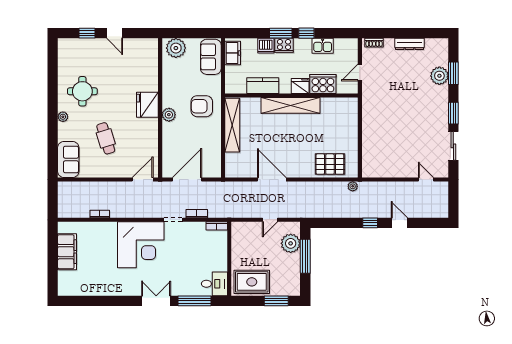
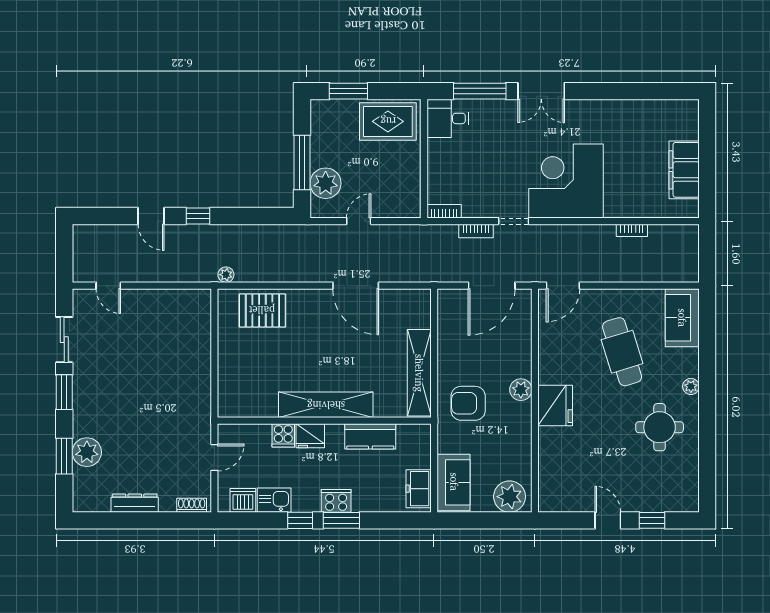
dishwasher: (266, 46) -> (243, 500), moved
cooker: (323, 84) -> (283, 435), width x0.53, depth x0.76
armchair: (202, 106) -> (468, 403), turned 180
cafe table: (106, 138) -> (622, 352), width x1.37, depth x1.35

